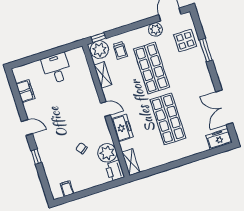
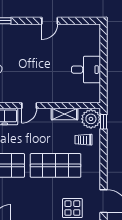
plant: (155, 30) -> (93, 182), removed
filing cabinet: (25, 91) -> (73, 31), removed
door: (27, 128) -> (50, 21), moved

